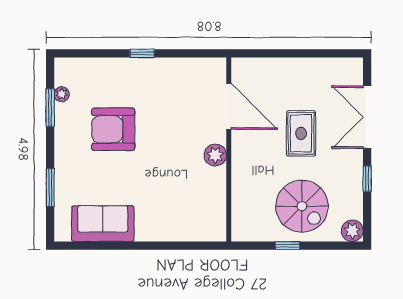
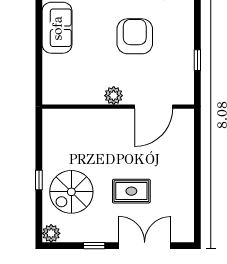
door: (229, 106) -> (154, 107), moved
wall: (229, 149) -> (118, 107), moved
plant: (215, 155) -> (114, 96), moved

